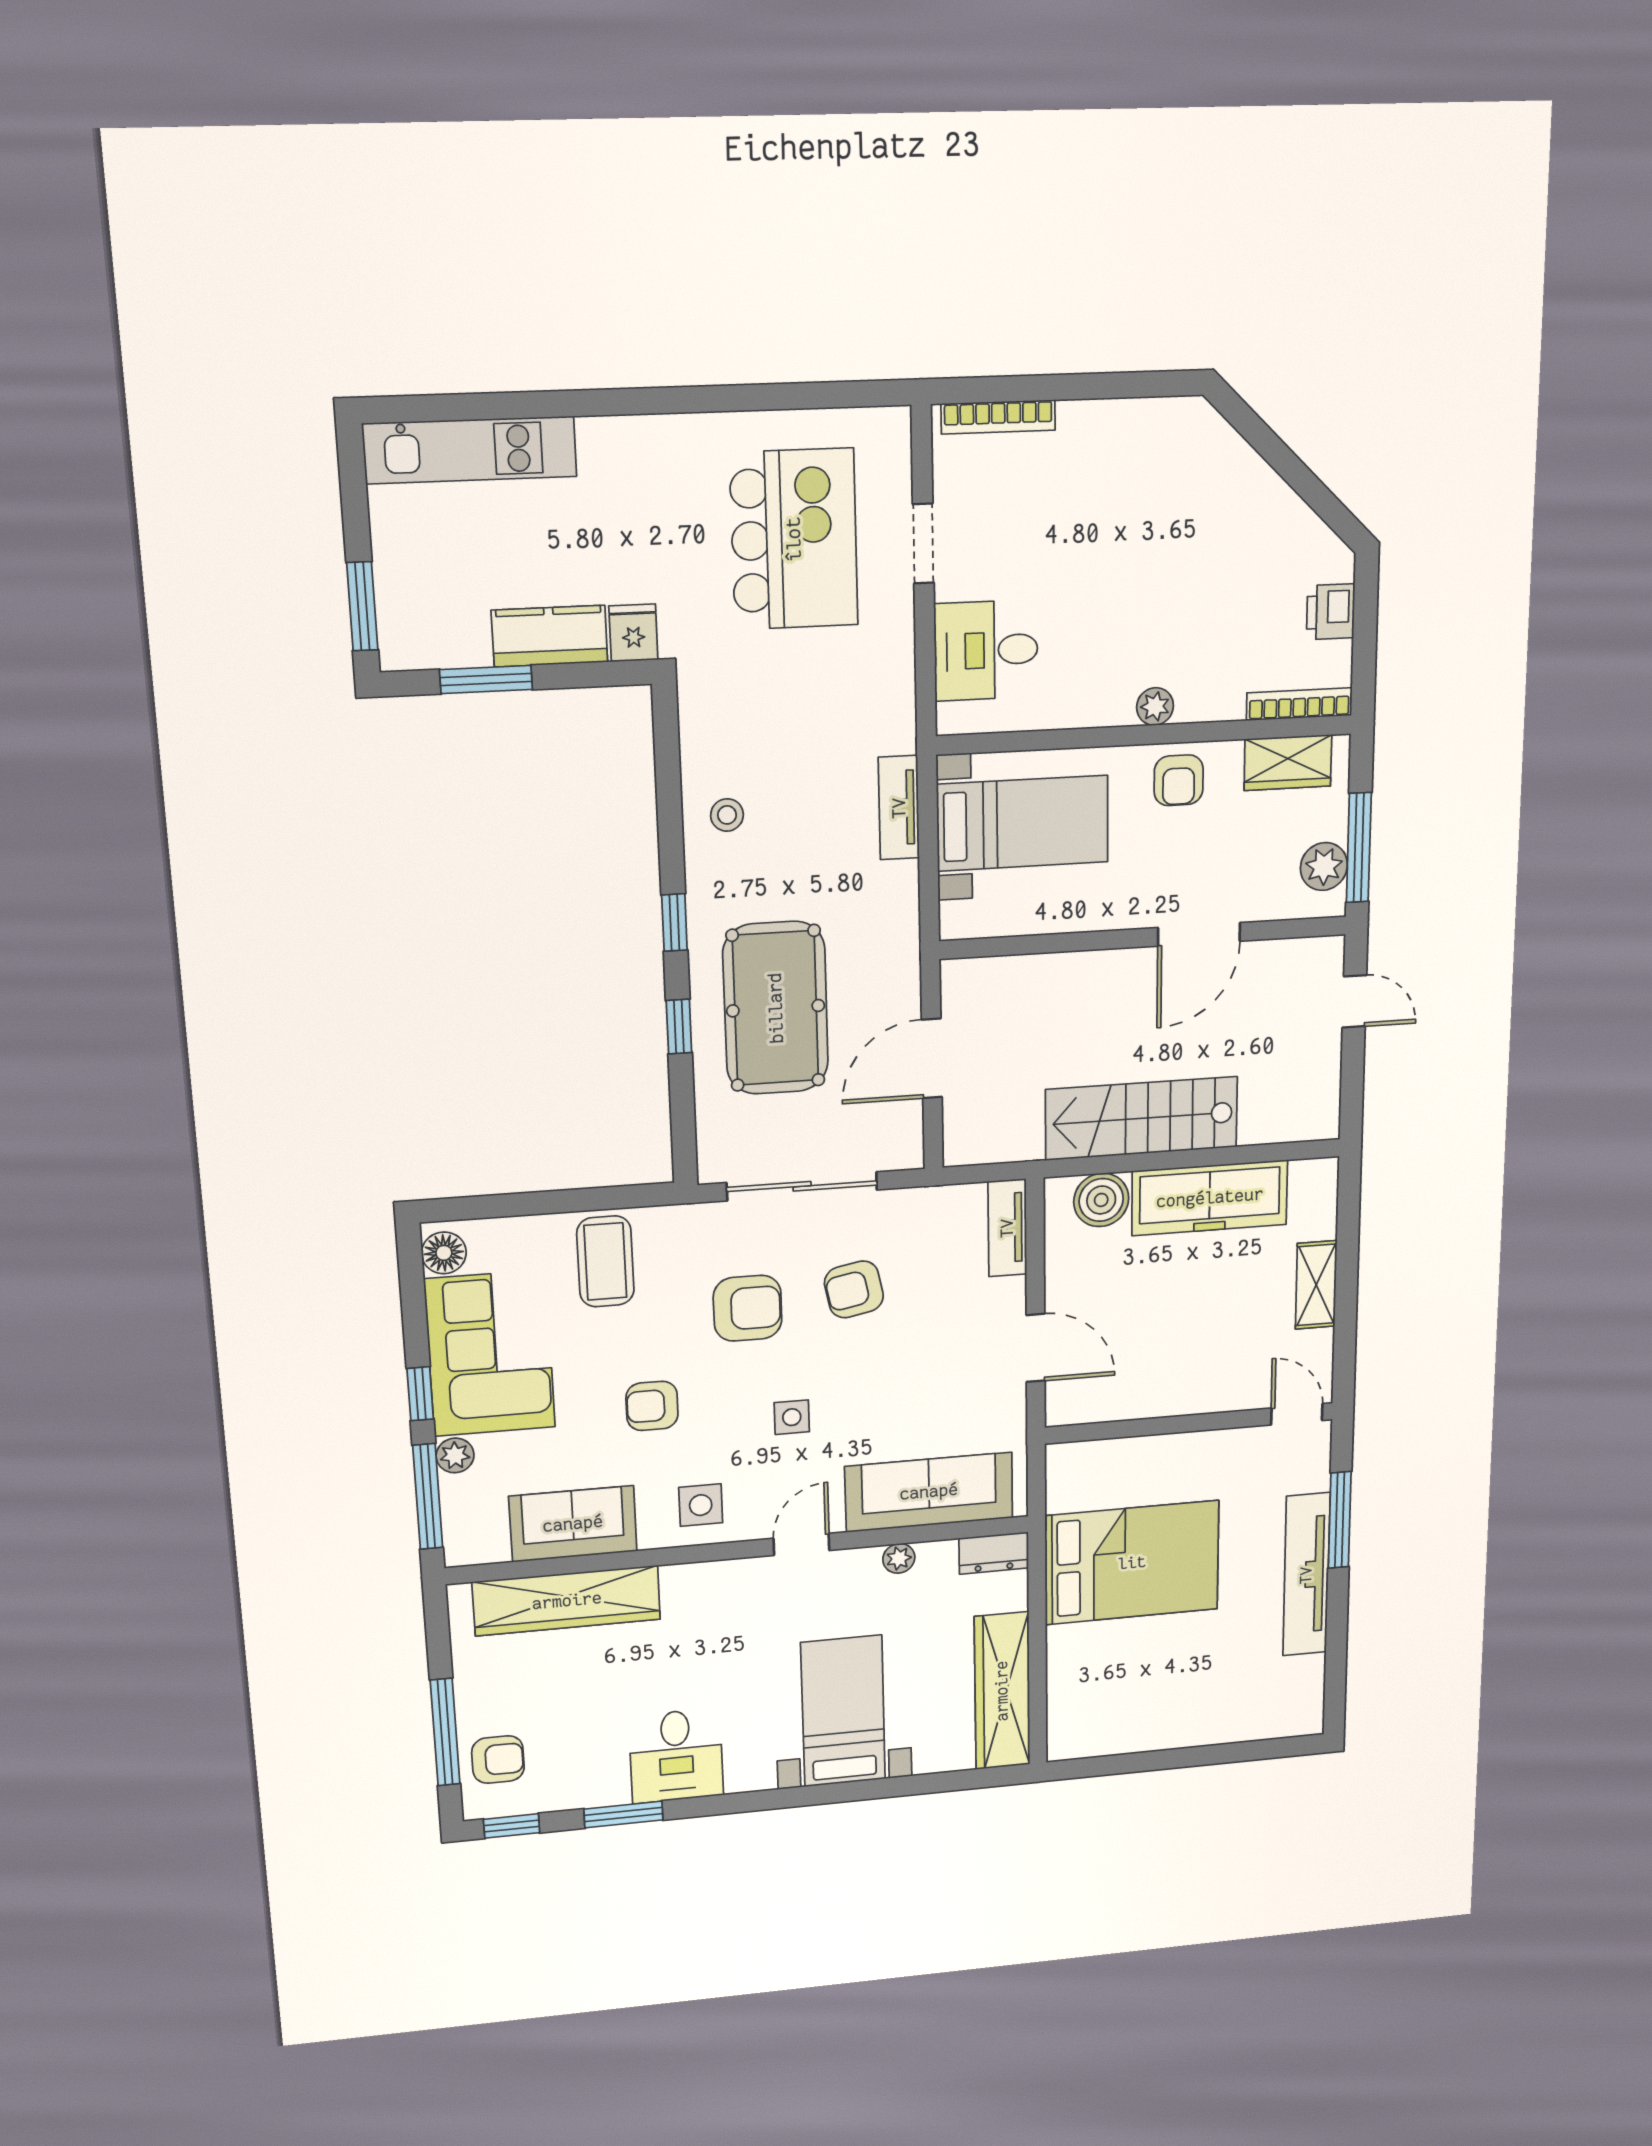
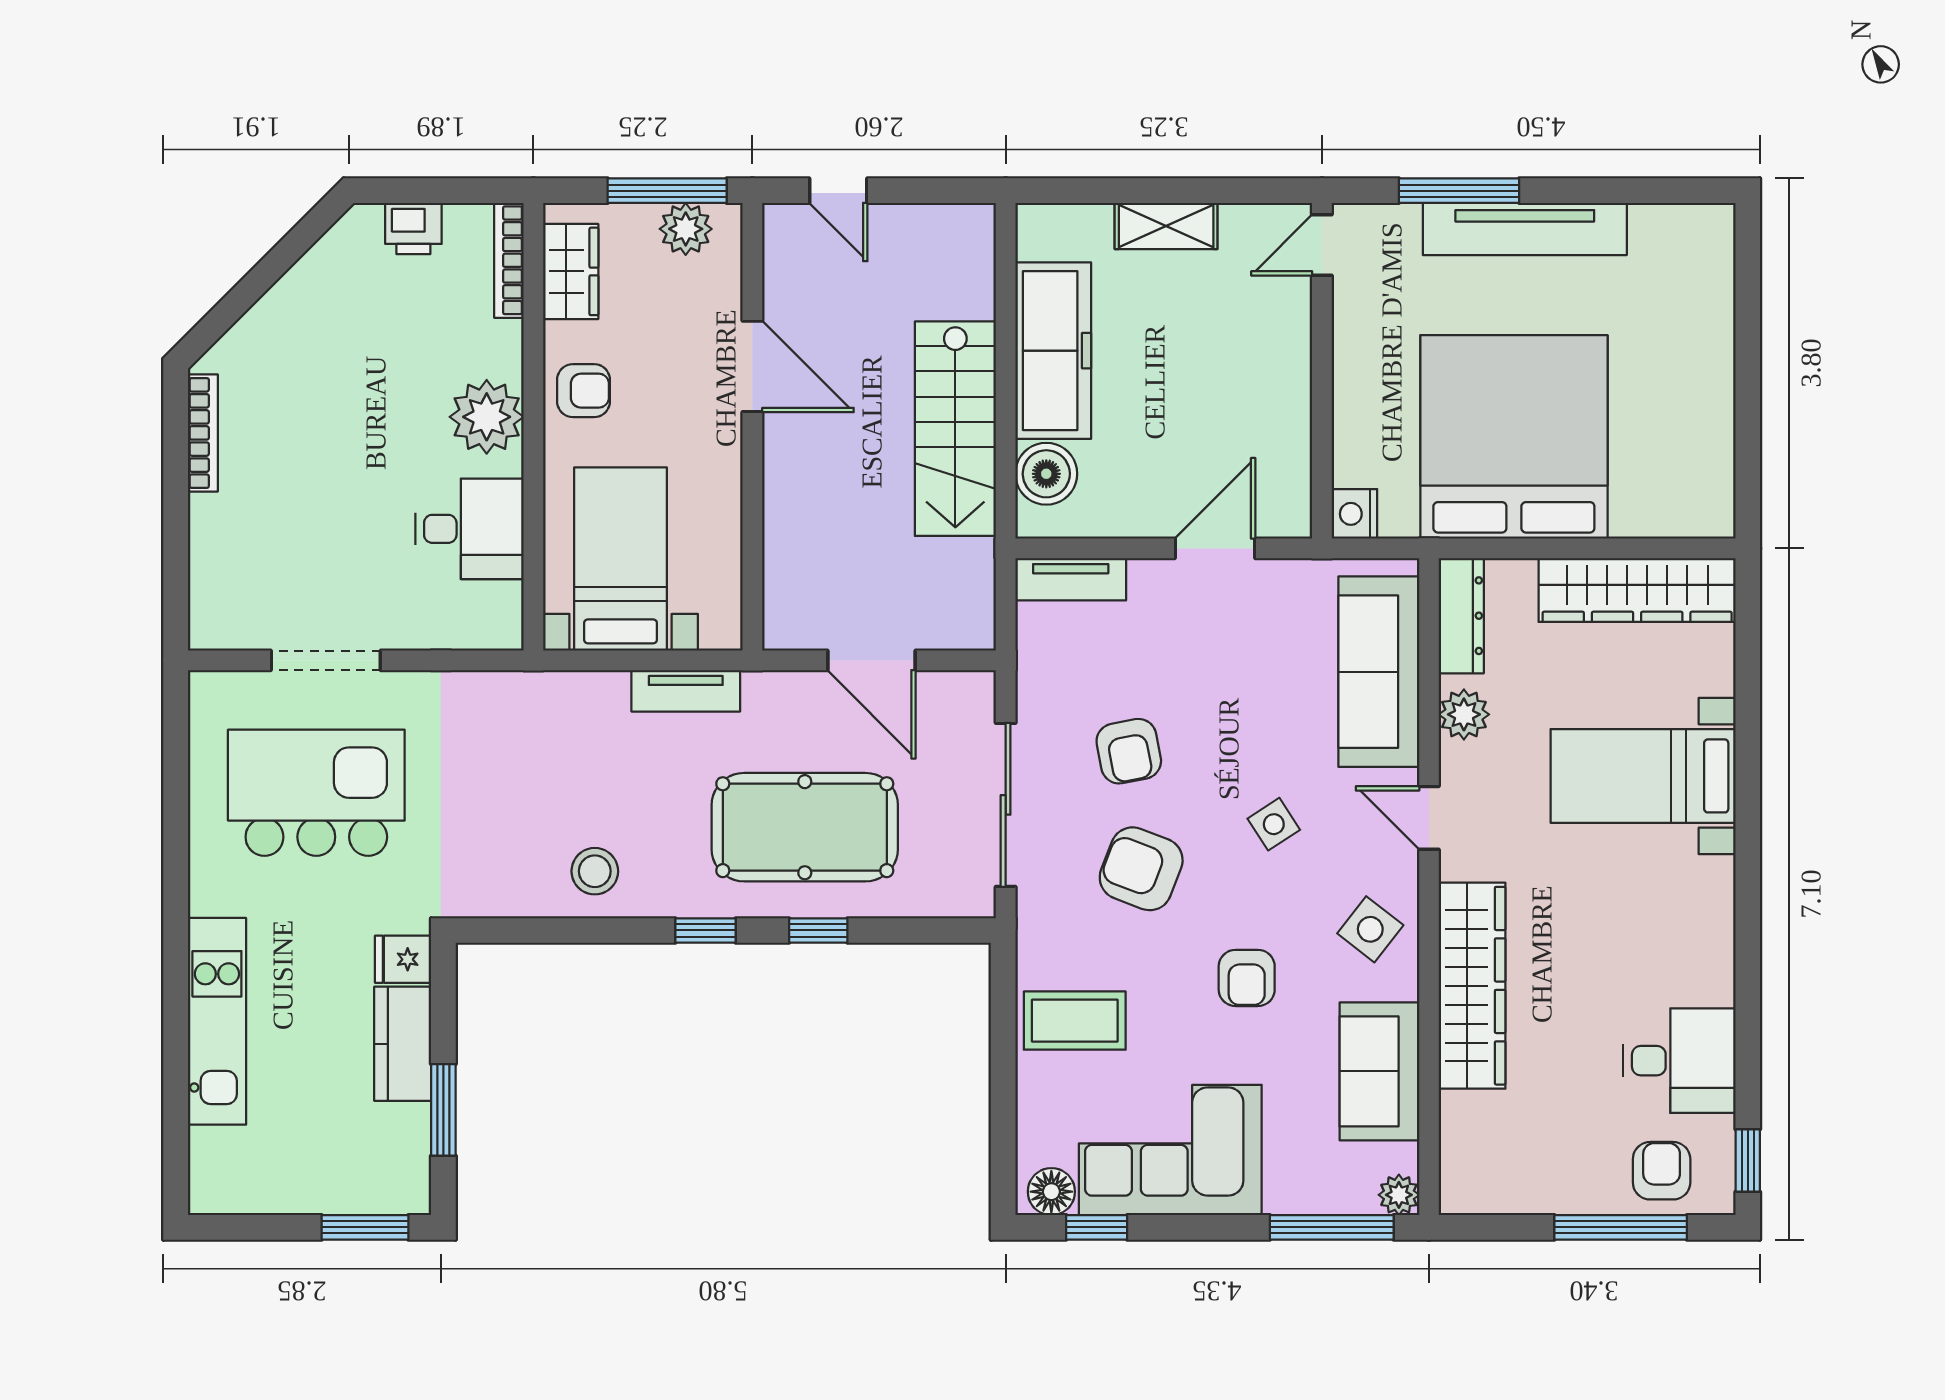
bookcase: (998, 417) -> (203, 433), moved
kitchen unit: (470, 450) -> (217, 1021), moved
doorway: (923, 544) -> (326, 660), width x1.38
desk: (986, 650) -> (470, 529), moved, turned -90
plant: (1155, 706) -> (487, 417), width x1.88, depth x1.88
tv unit: (899, 808) -> (686, 691), moved
stool: (727, 815) -> (595, 871), width x1.37, depth x1.37
door: (1354, 1001) -> (838, 191), swing flipped
armchair: (748, 1308) -> (1141, 869), turned -69
window: (420, 1394) -> (1097, 1227), moved
side table: (792, 1417) -> (1274, 824), turned -33
plant: (455, 1455) -> (1399, 1195), moved
nightstand: (1066, 1460) -> (1354, 514), added
side table: (701, 1505) -> (1370, 929), turned 38
dresser: (994, 1553) -> (1461, 616), width x1.44
plant: (899, 1558) -> (1464, 714), width x1.38, depth x1.38
bed: (1132, 1563) -> (1514, 437), width x1.36
wardrobe: (567, 1601) -> (1472, 986), moved
desk: (676, 1756) -> (1679, 1061), moved
window: (623, 1815) -> (1748, 1033), removed

